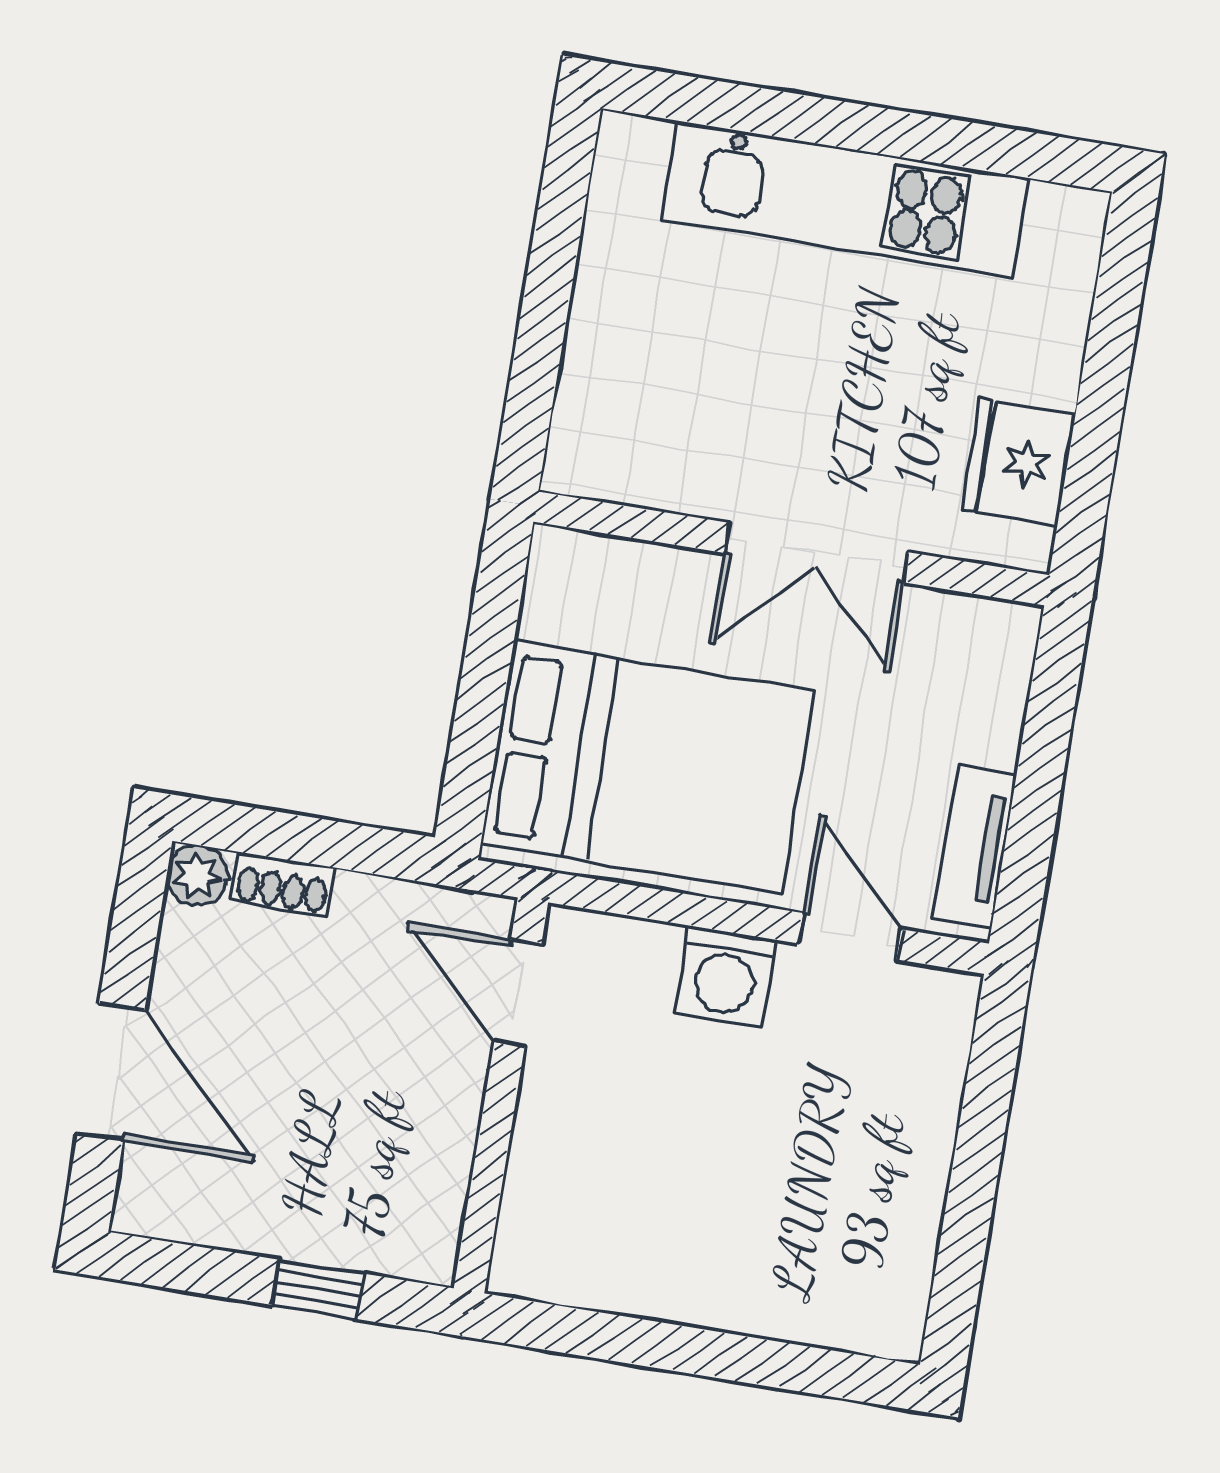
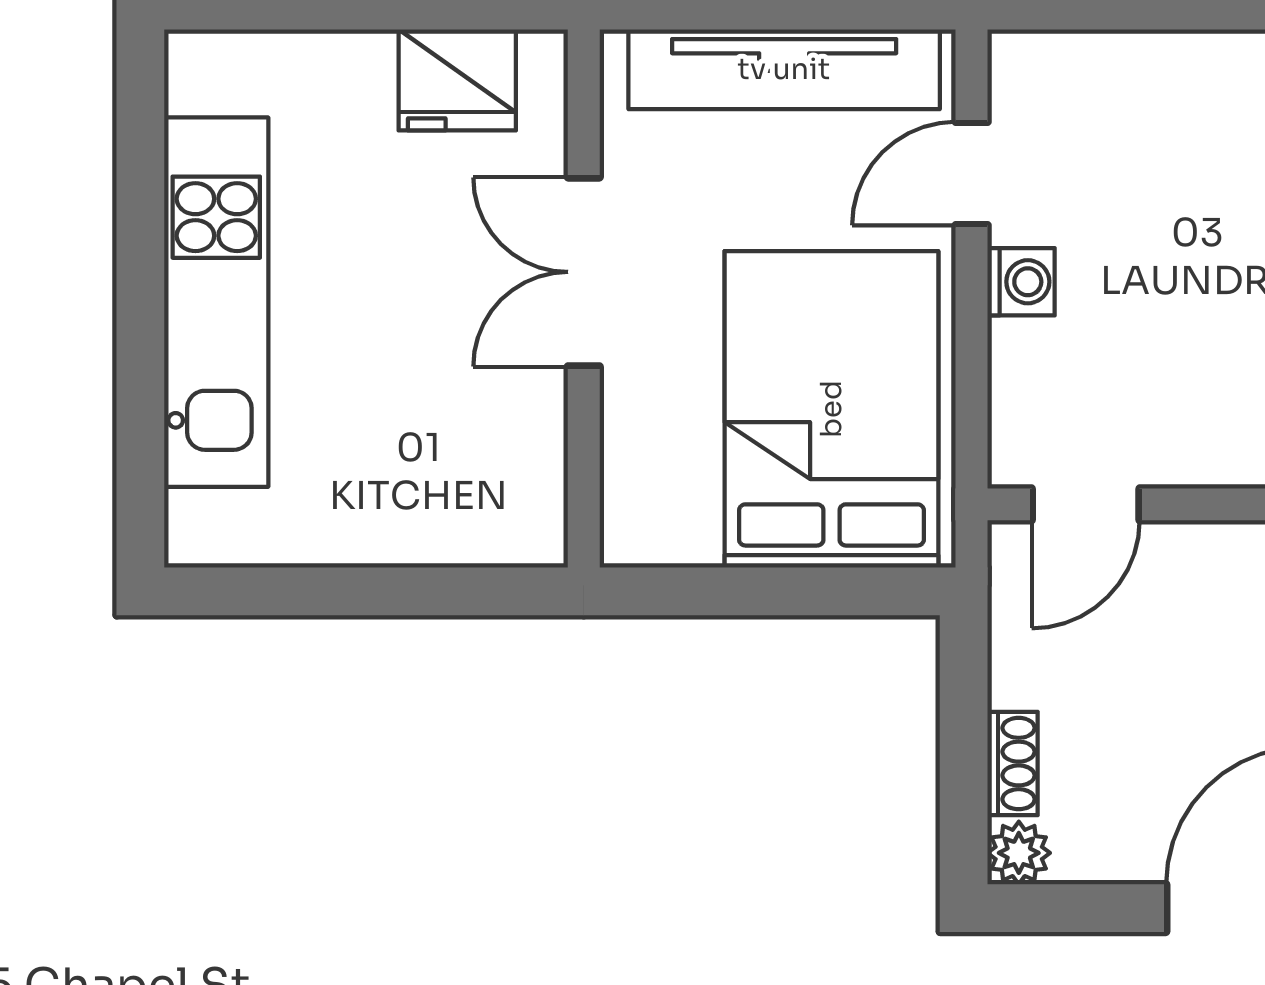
double door: (817, 553) -> (584, 272), swing flipped
tv unit: (975, 847) -> (784, 69), width x1.92, depth x1.29
washing machine: (725, 977) -> (1021, 282), width x0.73, depth x0.73

